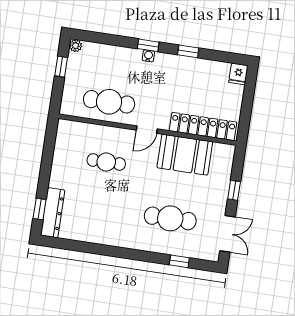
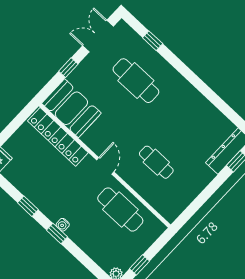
door: (147, 130) -> (105, 166), hinge flipped
booth: (185, 155) -> (71, 108), moved

